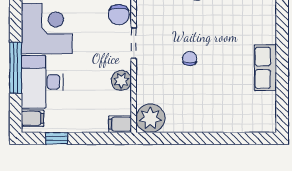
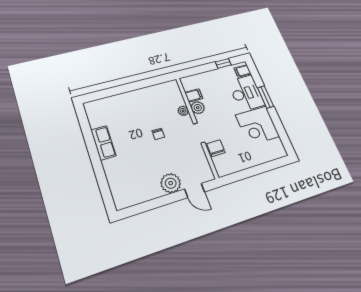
window: (16, 68) -> (266, 97), width x0.69
plant: (150, 118) -> (183, 111), moved, width x0.53, depth x0.53
filing cabinet: (120, 124) -> (194, 95), moved

